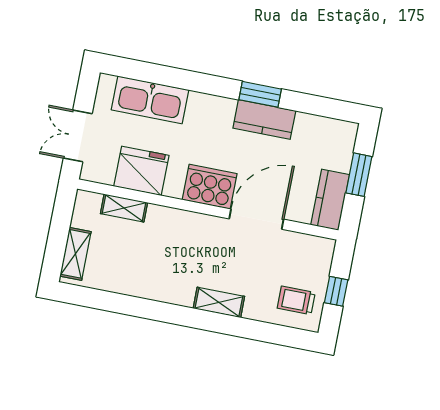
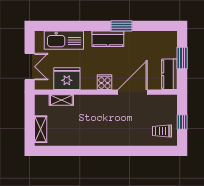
kitchen counter: (264, 119) -> (108, 39), moved
double door: (78, 136) -> (30, 67), swing flipped
cooker: (210, 187) -> (104, 82), width x0.53, depth x0.76
shelving: (219, 302) -> (121, 140), removed

